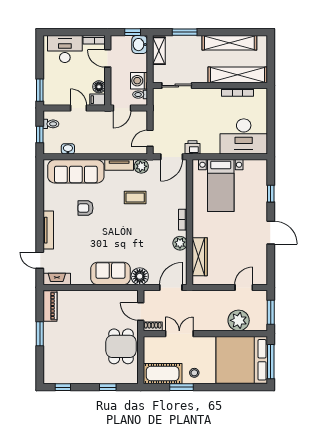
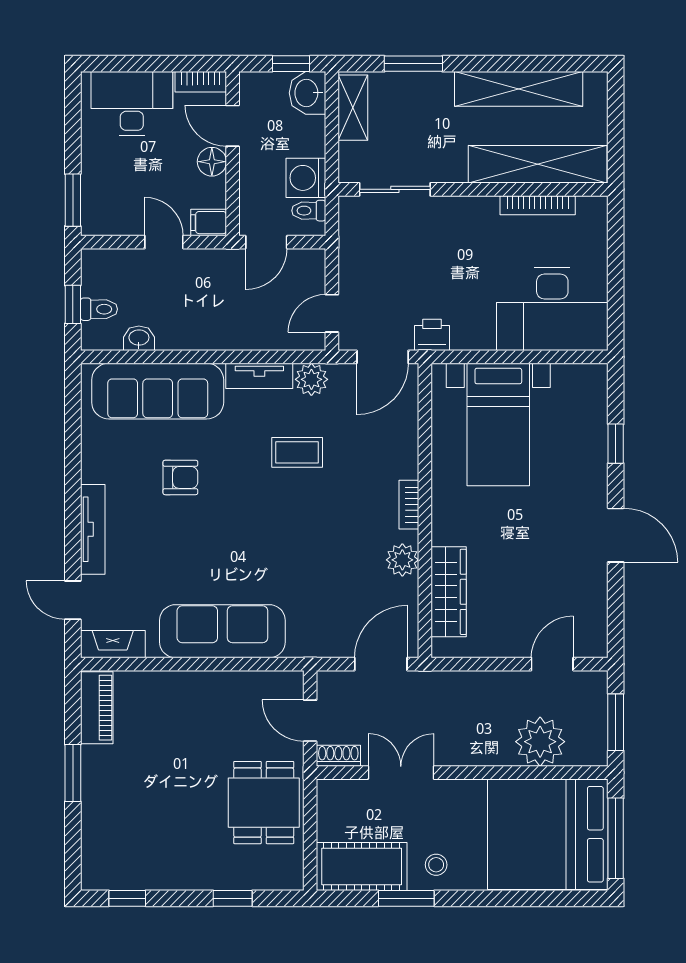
floor lamp: (99, 87) -> (212, 162), moved
toilet: (51, 124) -> (99, 309), moved
armchair: (86, 208) -> (180, 477), turned 180
sofa: (110, 273) -> (222, 631), width x1.36
floor lamp: (140, 276) -> (308, 638), removed

